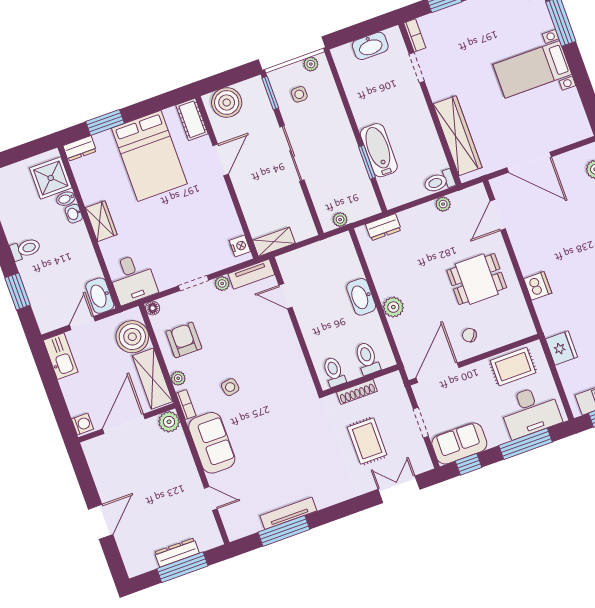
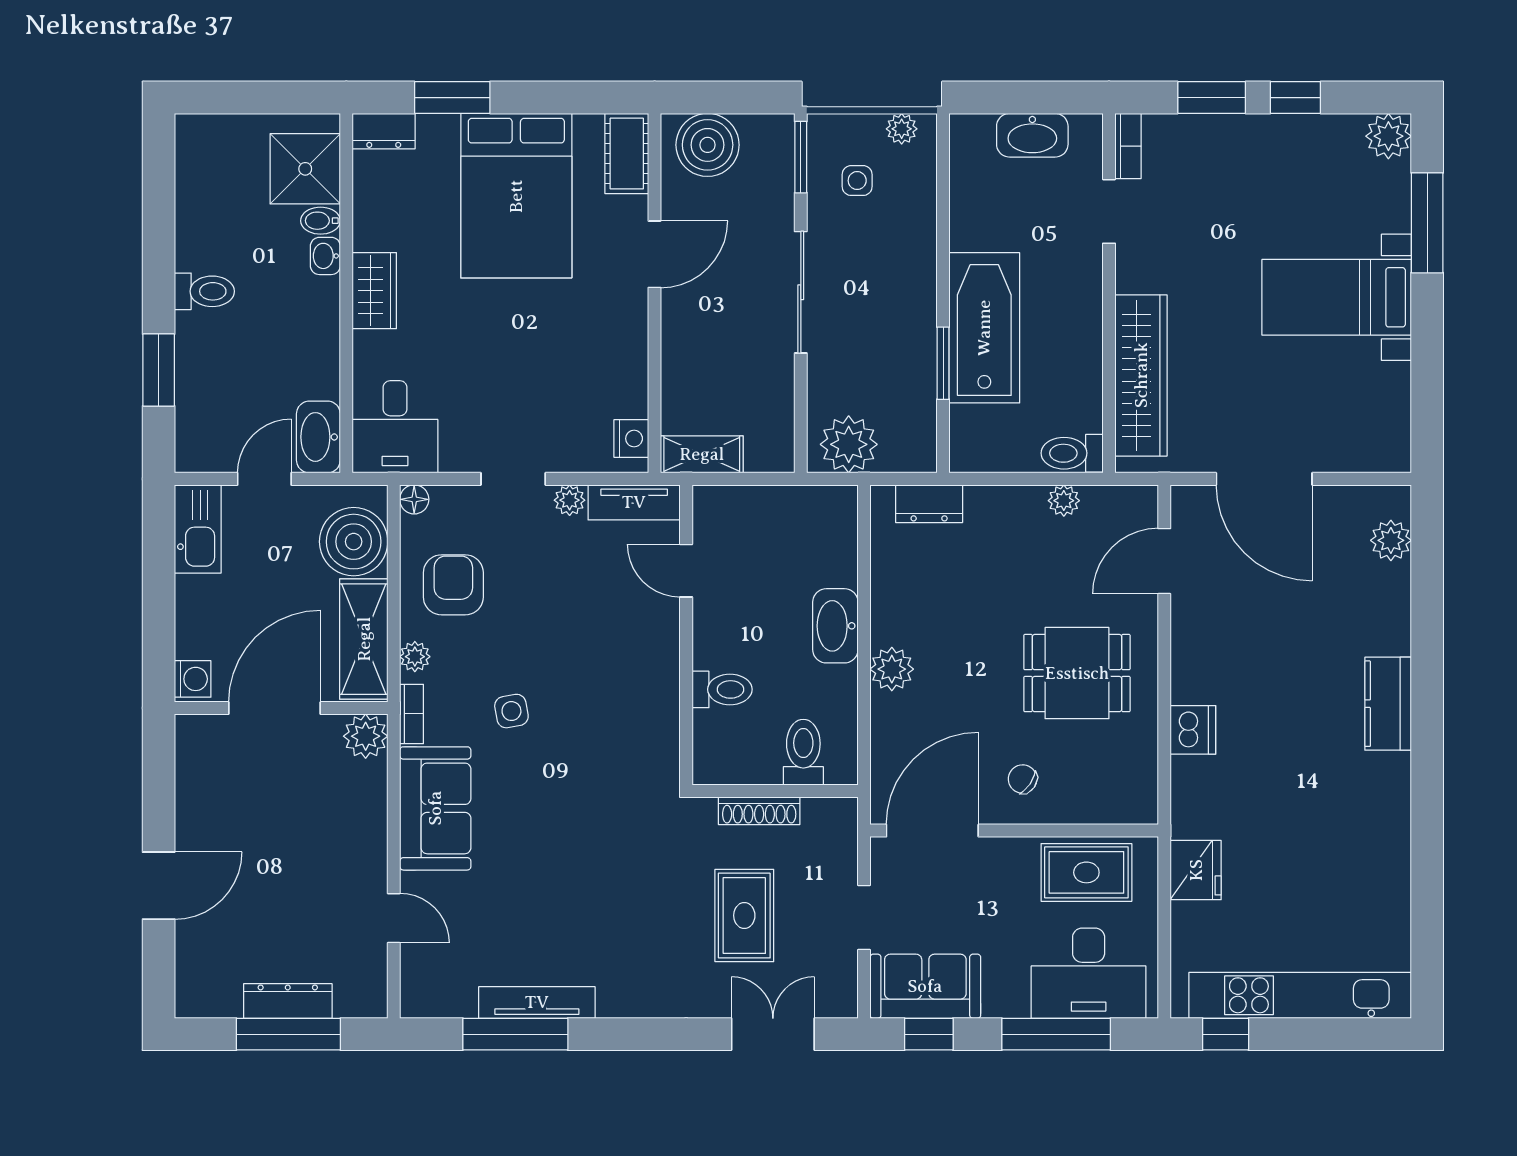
bathtub: (379, 150) -> (984, 328), width x1.36, depth x1.36
plant: (340, 220) -> (849, 444), width x1.87, depth x1.87
toilet: (334, 372) -> (722, 689), moved, turned 90

